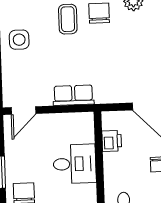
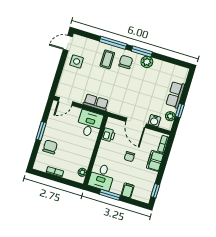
desk: (75, 164) -> (90, 124), moved, turned -90

